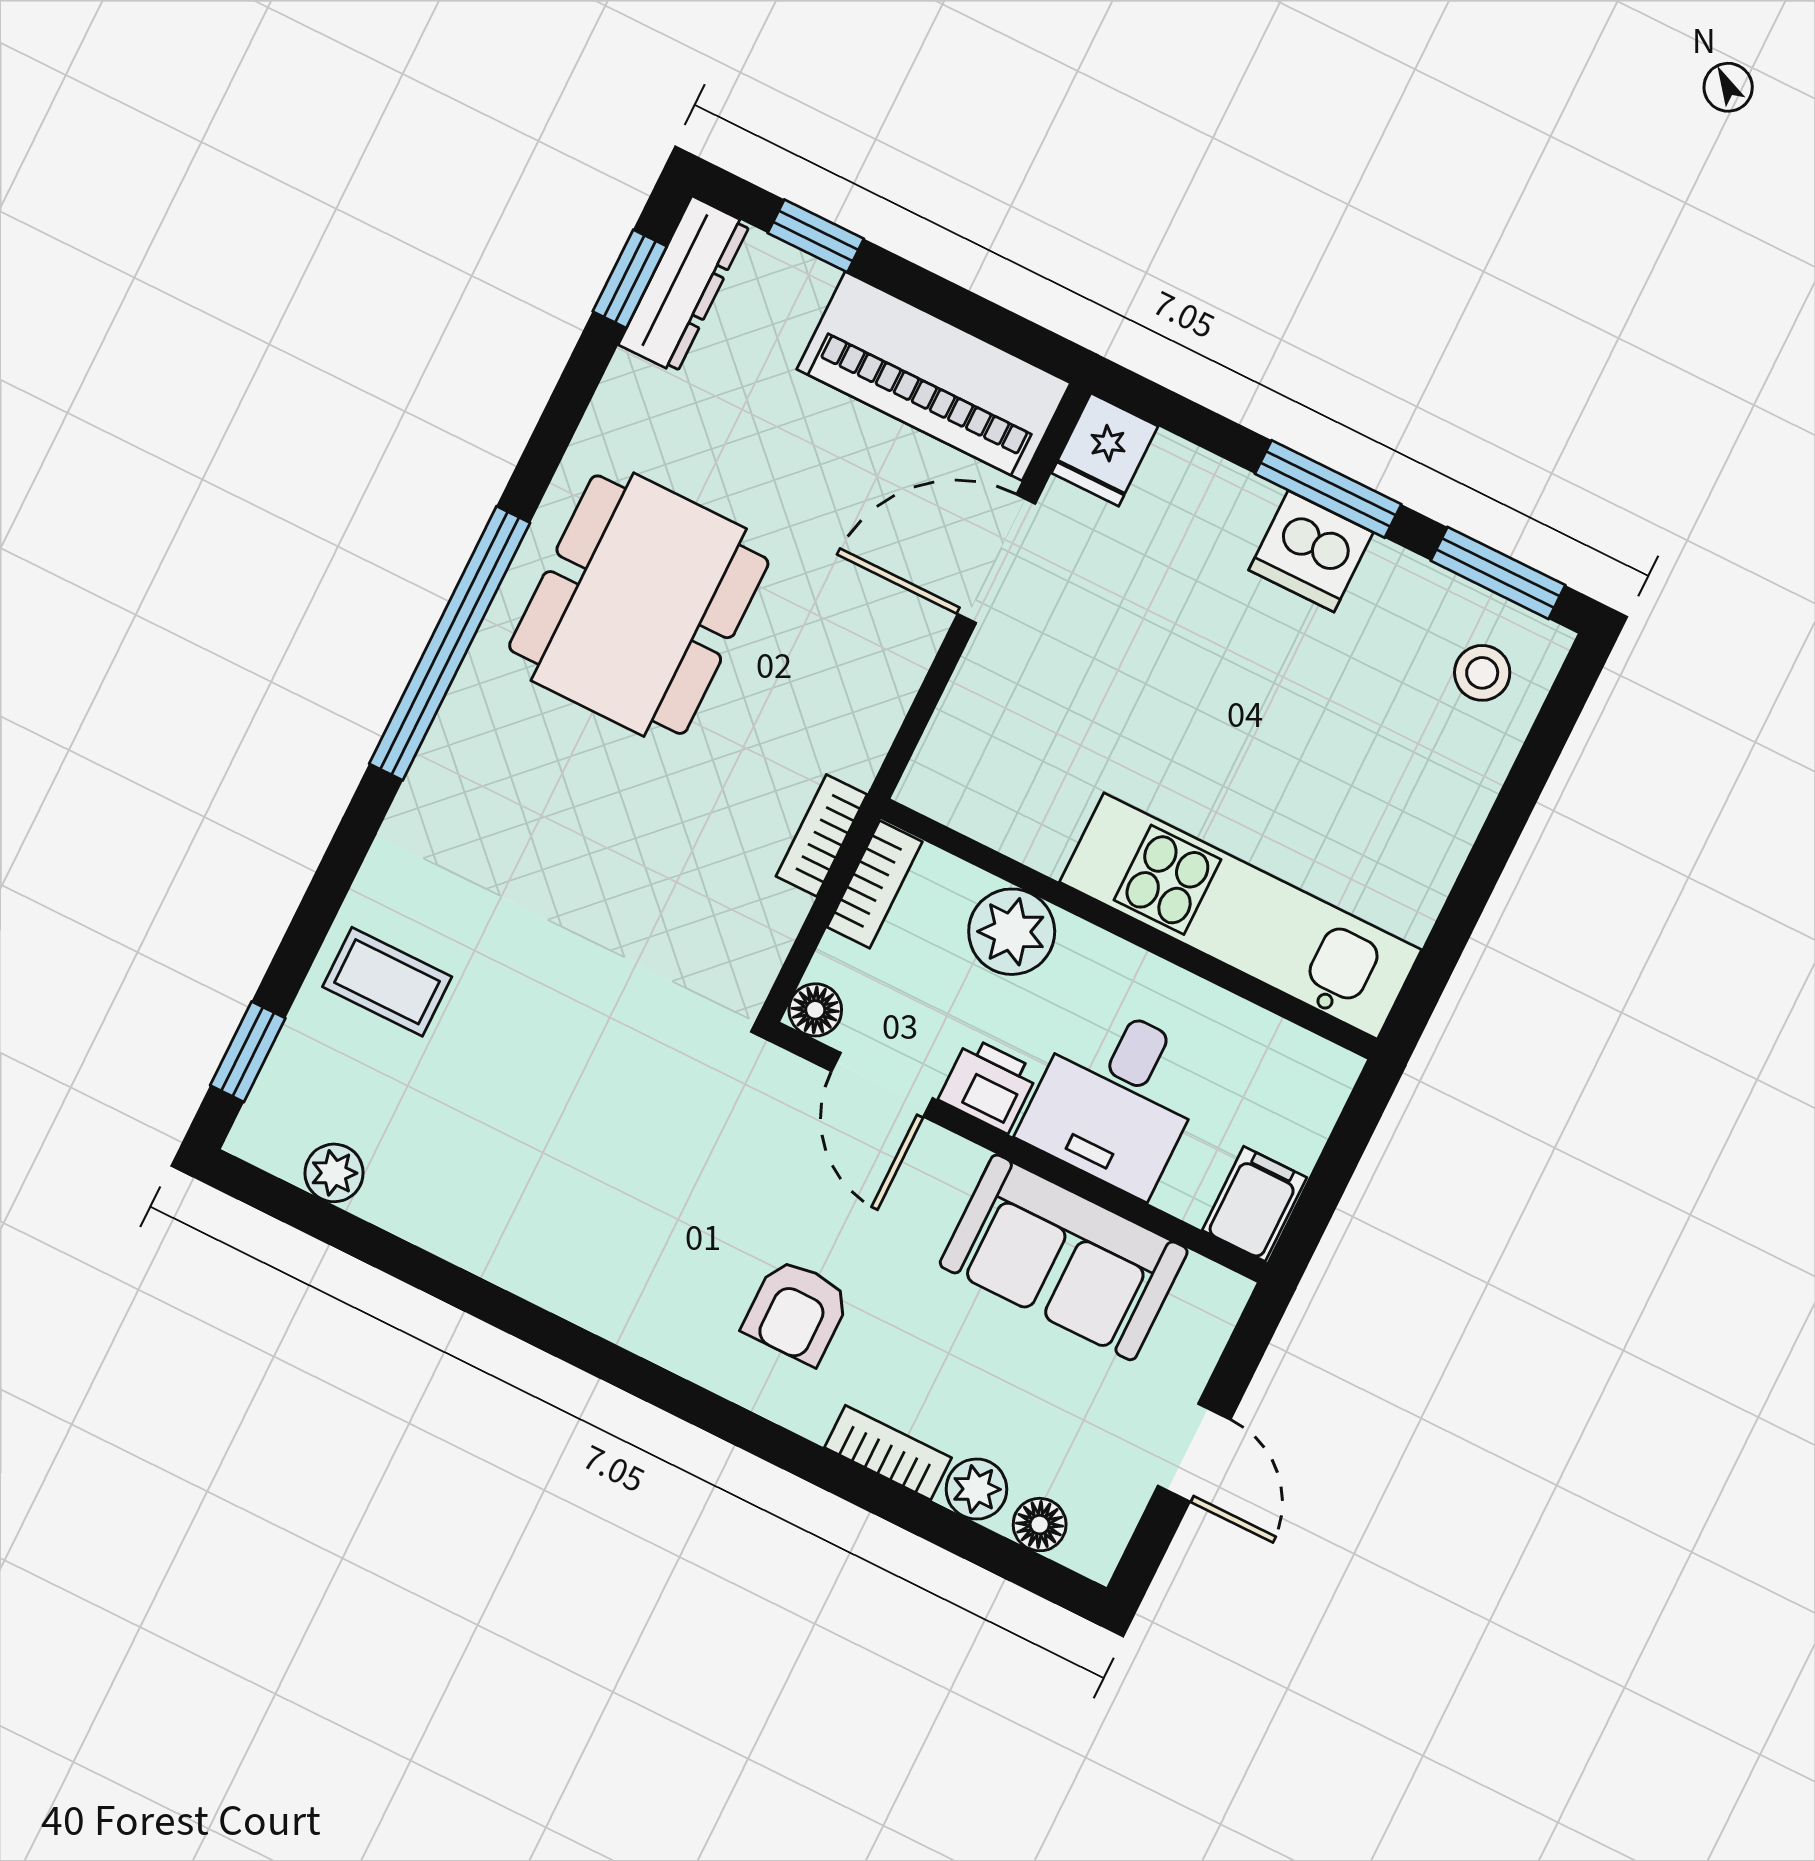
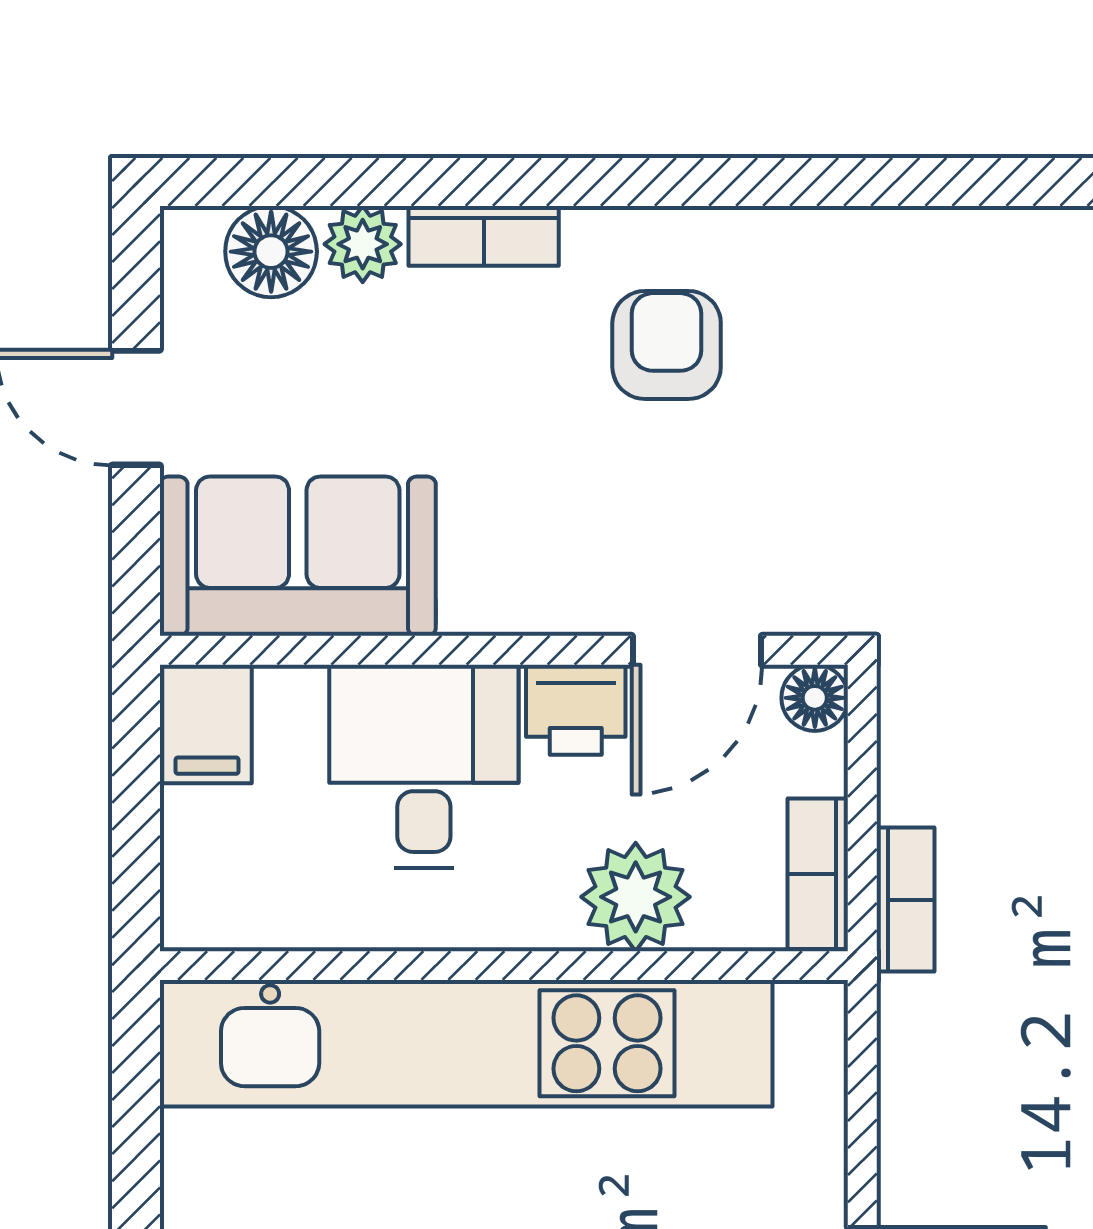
kitchen unit: (1241, 916) -> (466, 1043), width x1.36
door: (882, 1085) -> (697, 650), swing flipped
sofa: (1064, 1257) -> (298, 556), moved
floor lamp: (1040, 1525) -> (271, 252), width x1.37, depth x1.37

